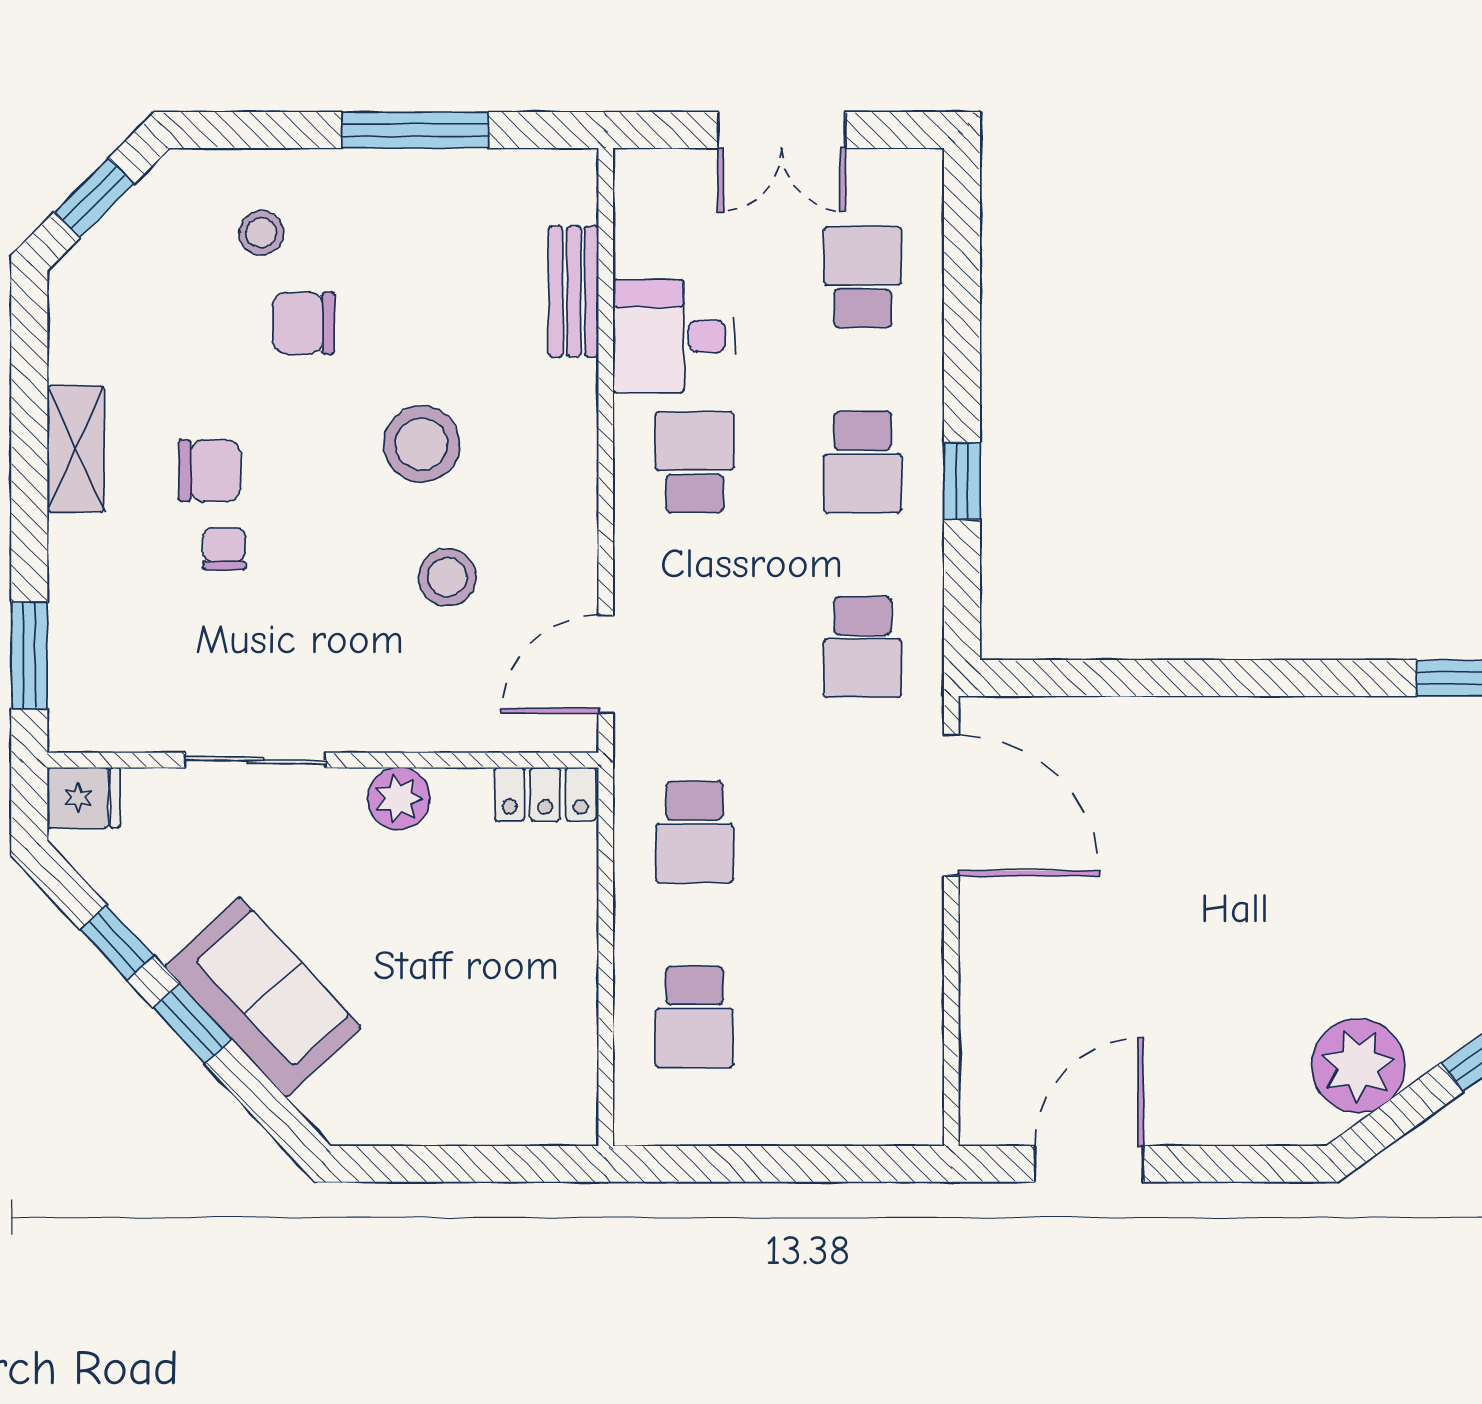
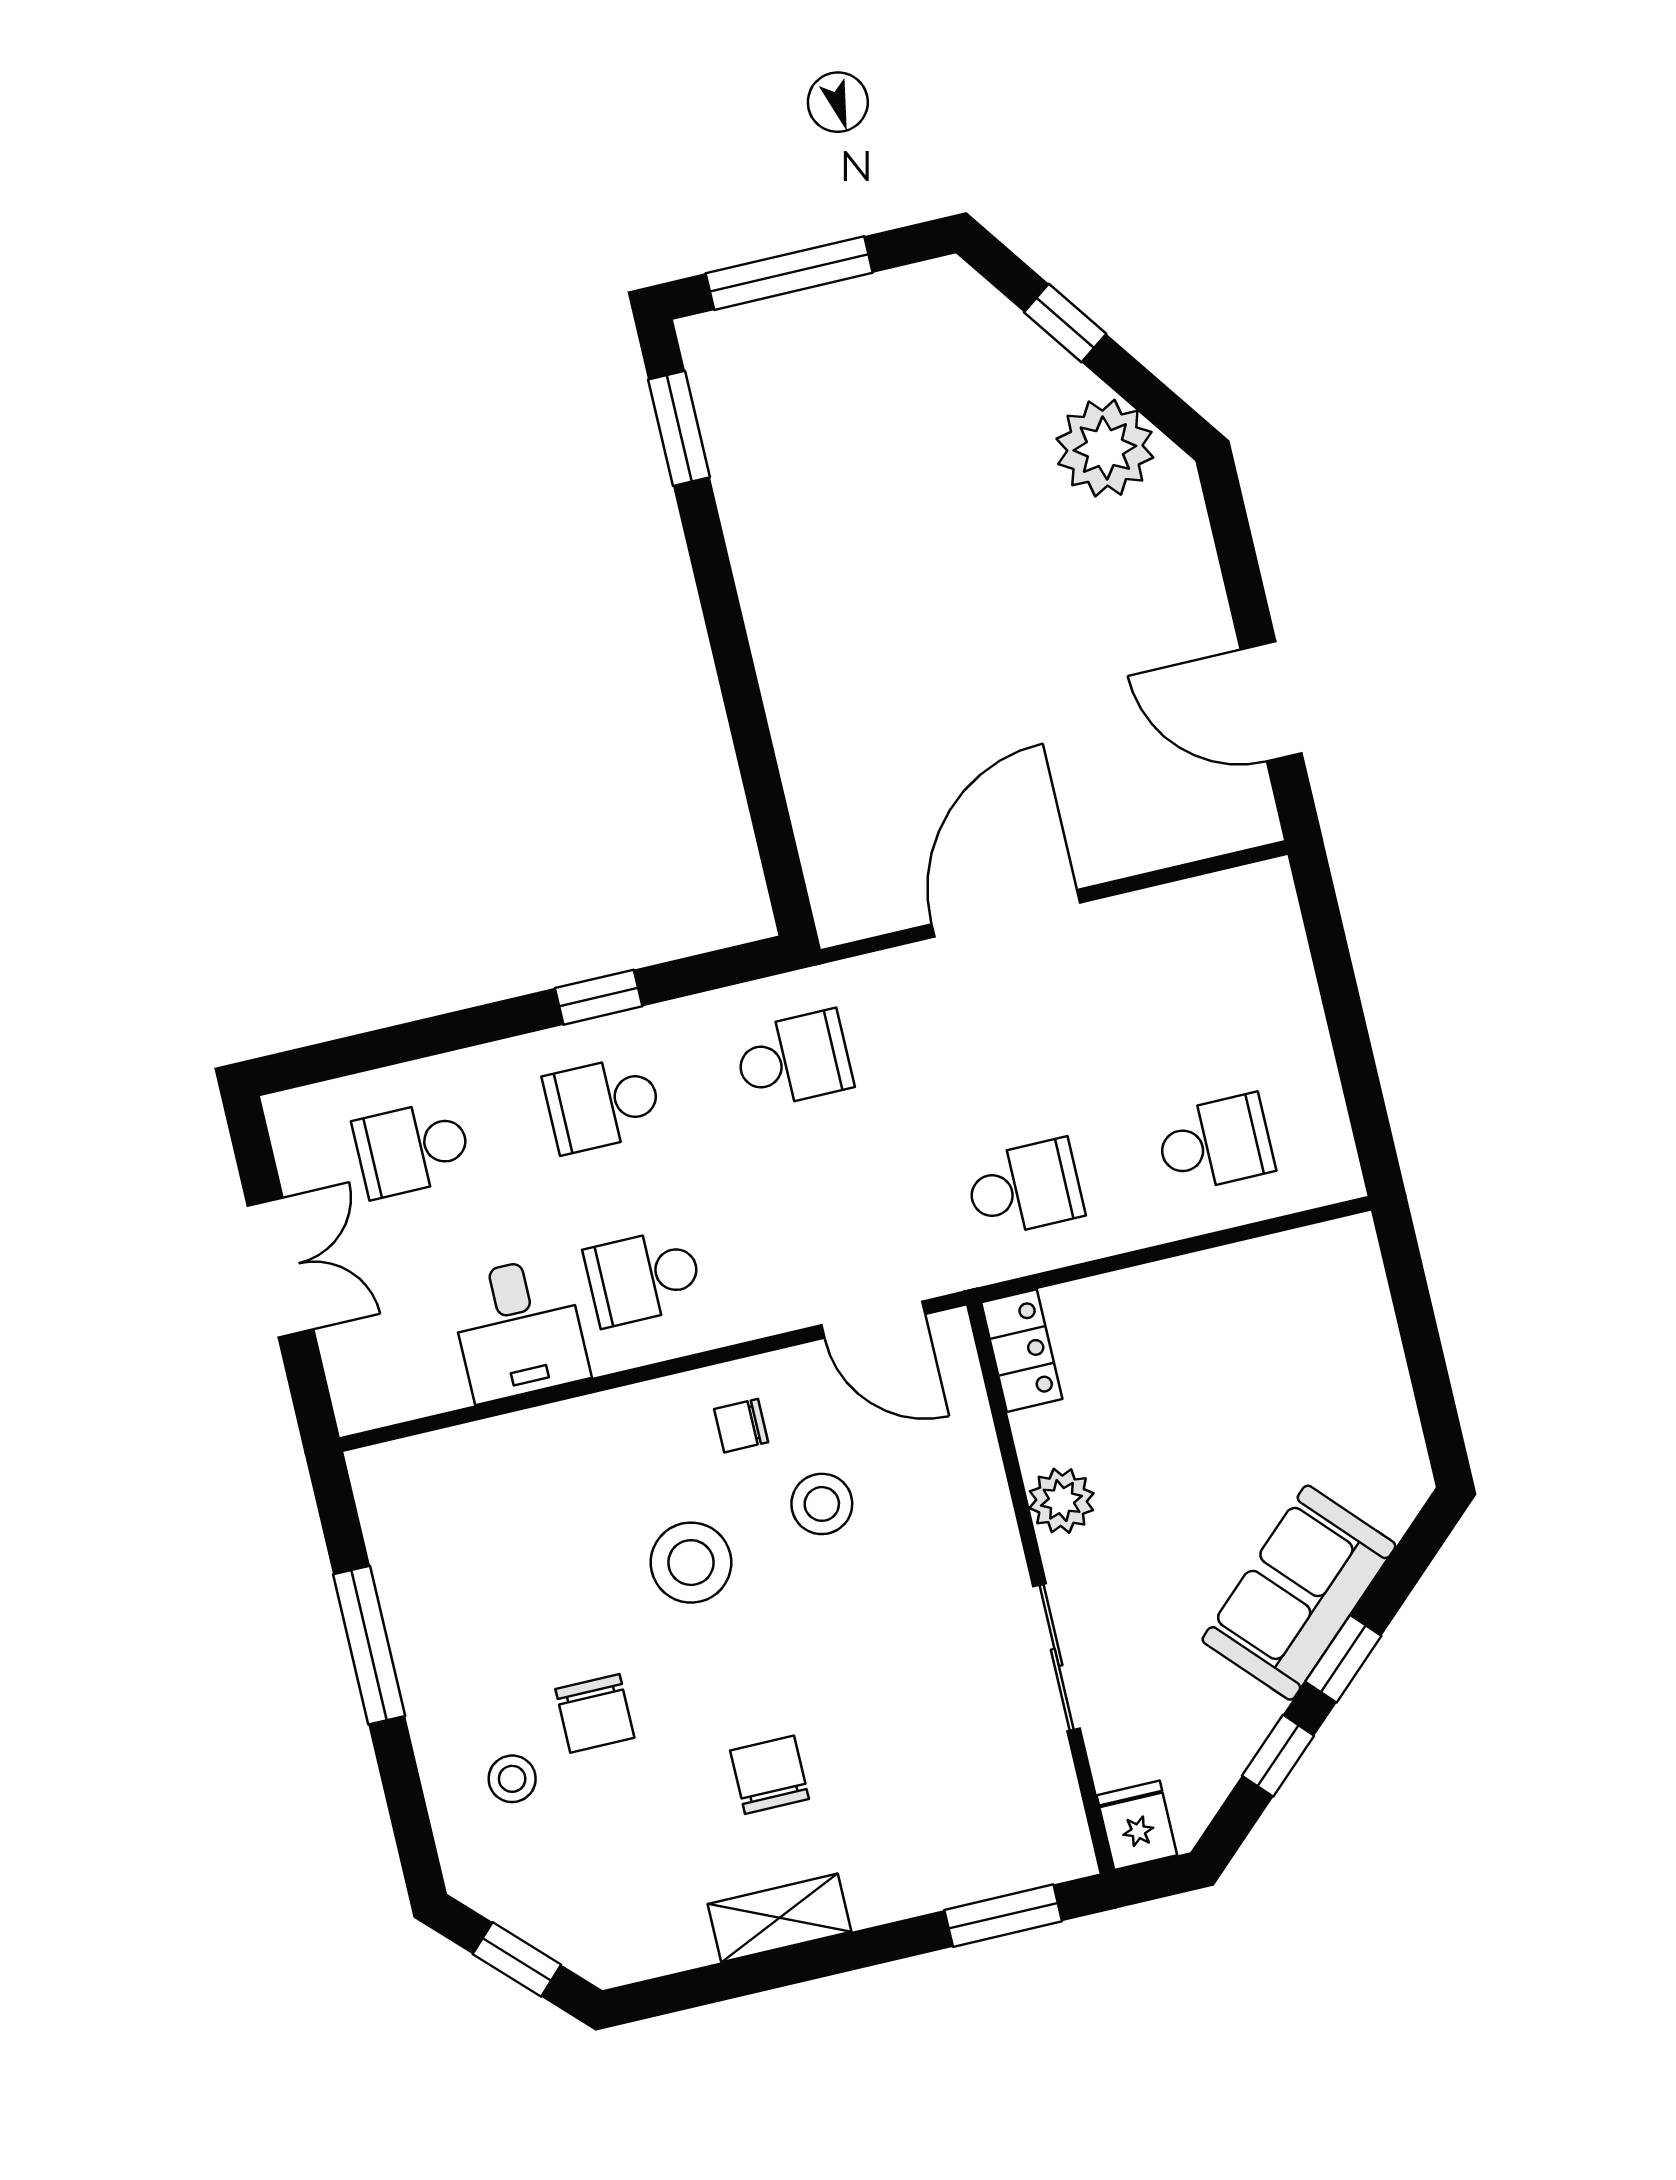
bench: (574, 291) -> (497, 1443), removed
school desk: (863, 462) -> (603, 1104), turned 180
chair: (224, 549) -> (741, 1426), moved
door: (951, 805) -> (1006, 913), moved

